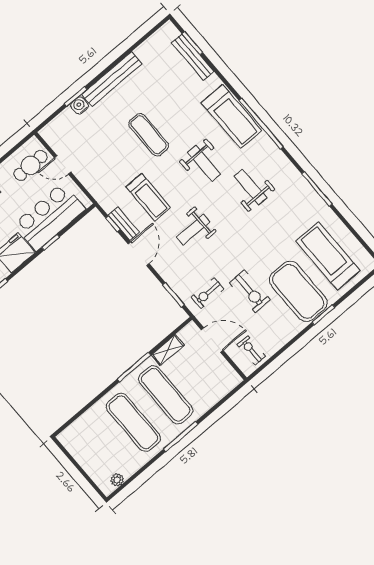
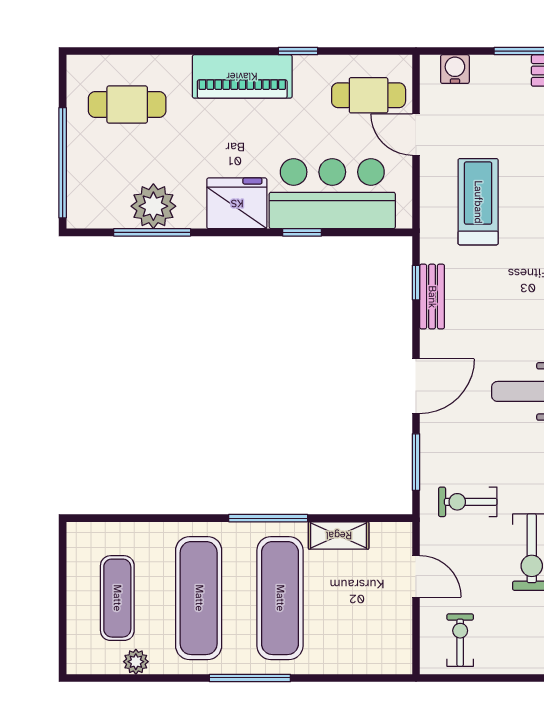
water cooler: (80, 106) -> (455, 69), moved
treadmill: (148, 197) -> (478, 202), moved, turned 180
door: (139, 254) -> (416, 386), moved
door: (212, 340) -> (416, 576), width x0.73
exercise mat: (101, 450) -> (117, 598), added
plant: (117, 480) -> (136, 662), moved

